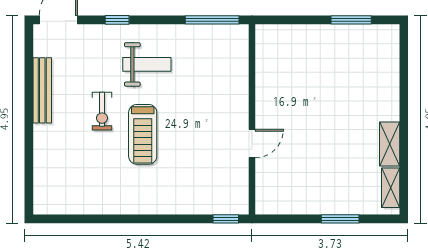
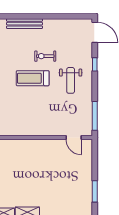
bench: (42, 90) -> (25, 24), moved
door: (252, 144) -> (74, 138), moved

